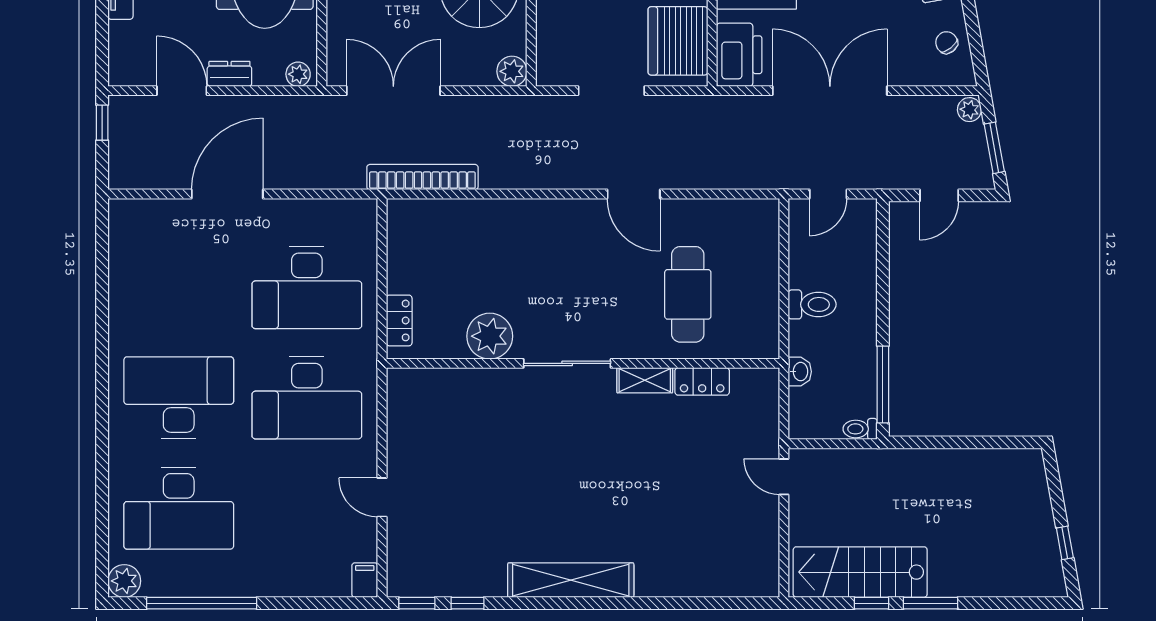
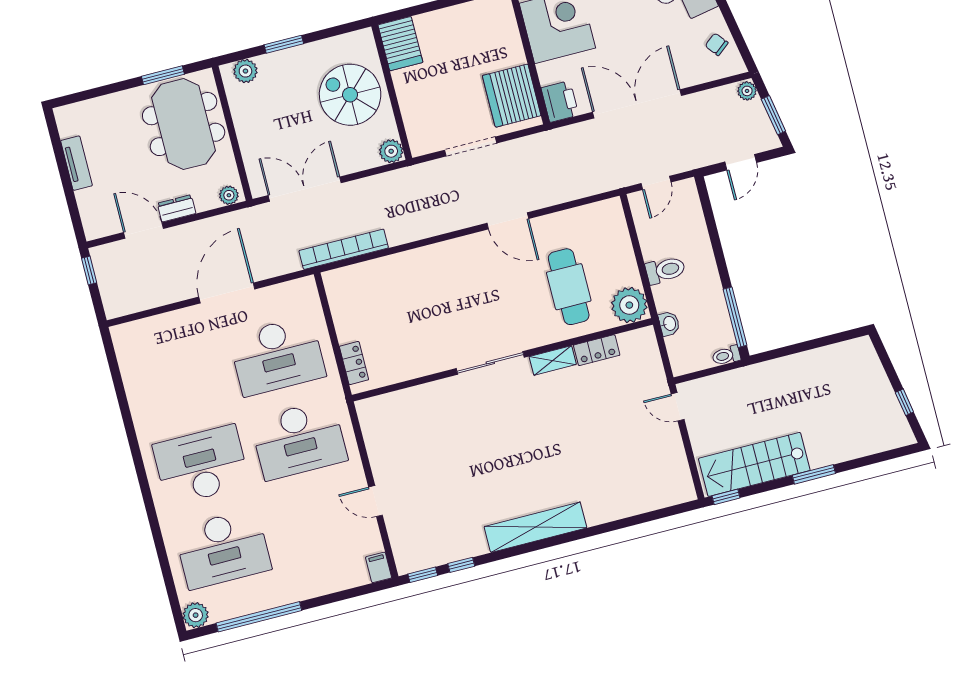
printer: (739, 55) -> (560, 101), width x0.73, depth x0.84
door: (227, 194) -> (227, 293), moved
plant: (490, 336) -> (629, 305), moved
window: (871, 603) -> (726, 497), moved

